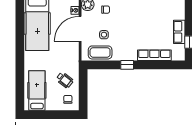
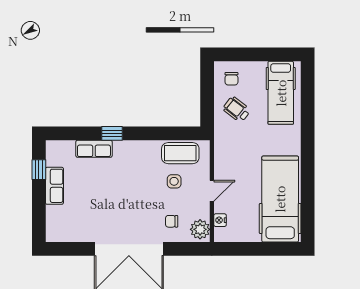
door: (80, 29) -> (212, 191), width x0.53
row of seats: (154, 55) -> (94, 149), width x0.68
window: (127, 65) -> (112, 133), moved

